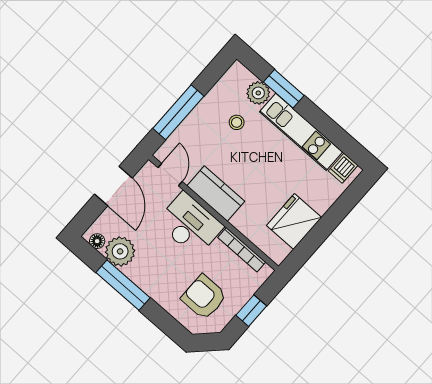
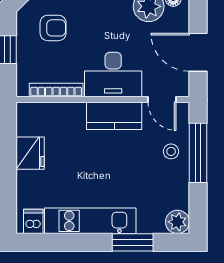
plant: (258, 93) -> (177, 222), moved
stool: (237, 122) -> (171, 151), moved
fridge: (294, 221) -> (30, 153), width x0.73, depth x0.75
armchair: (204, 297) -> (53, 28), width x0.72, depth x0.72

